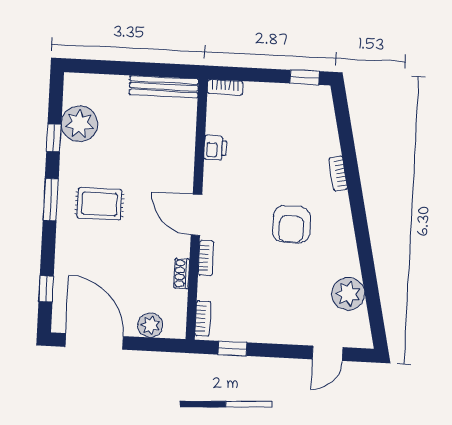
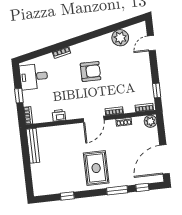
window: (305, 77) -> (19, 96), moved
desk: (300, 111) -> (34, 77), added
plant: (79, 124) -> (58, 184), removed
window: (51, 199) -> (117, 190), moved
rug: (99, 204) -> (96, 168), width x1.36, depth x1.43
plant: (150, 325) -> (151, 121), moved
door: (327, 353) -> (151, 43), swing flipped

